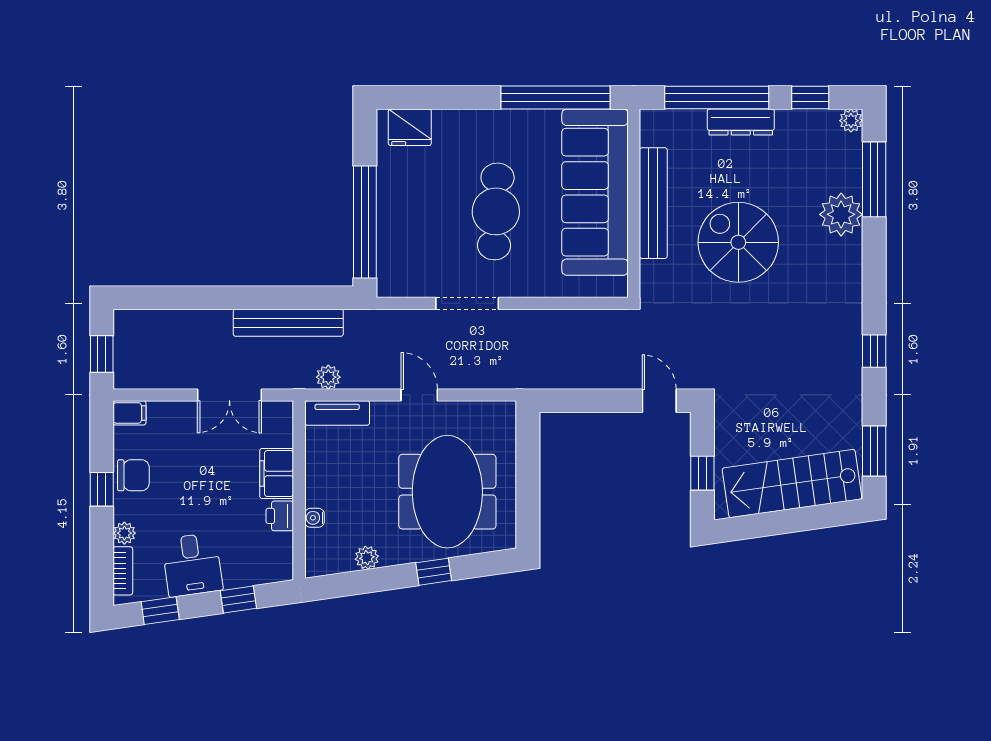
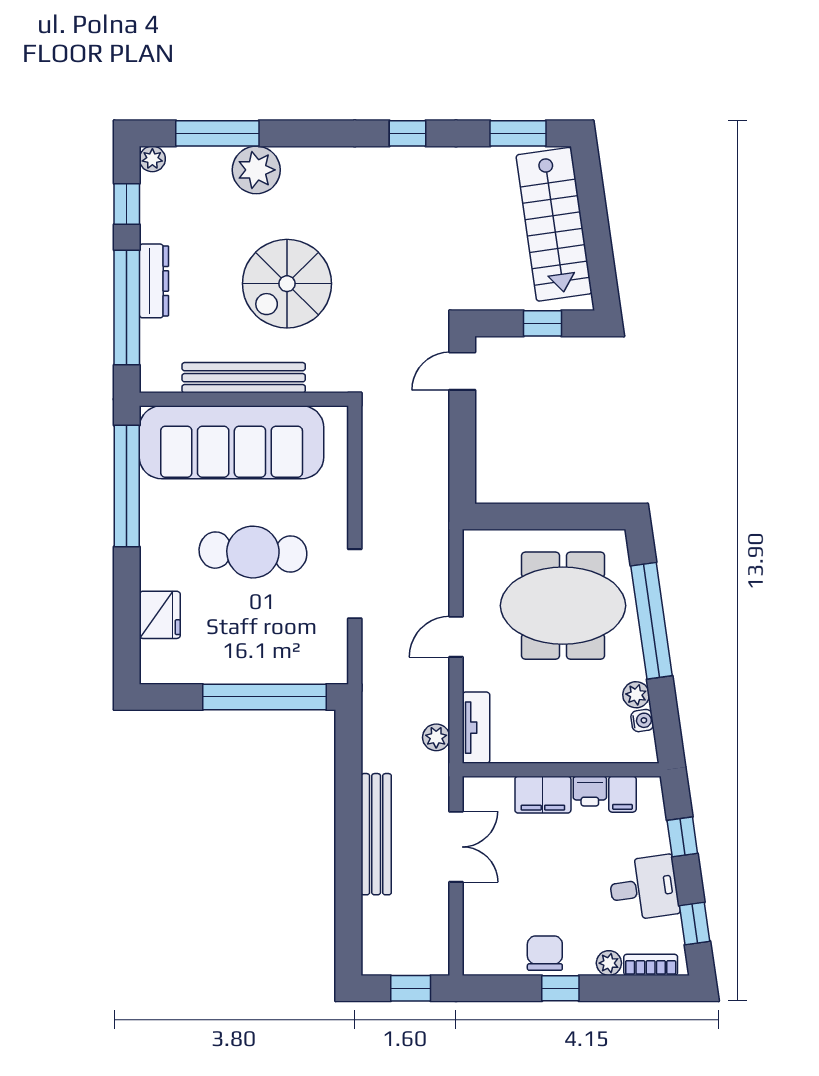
fridge: (410, 127) -> (160, 615), moved
bench: (288, 323) -> (376, 834), moved
filing cabinet: (130, 413) -> (622, 794), moved, turned 180
water cooler: (314, 518) -> (642, 721), moved, turned -98
window: (434, 572) -> (652, 621), width x3.17

